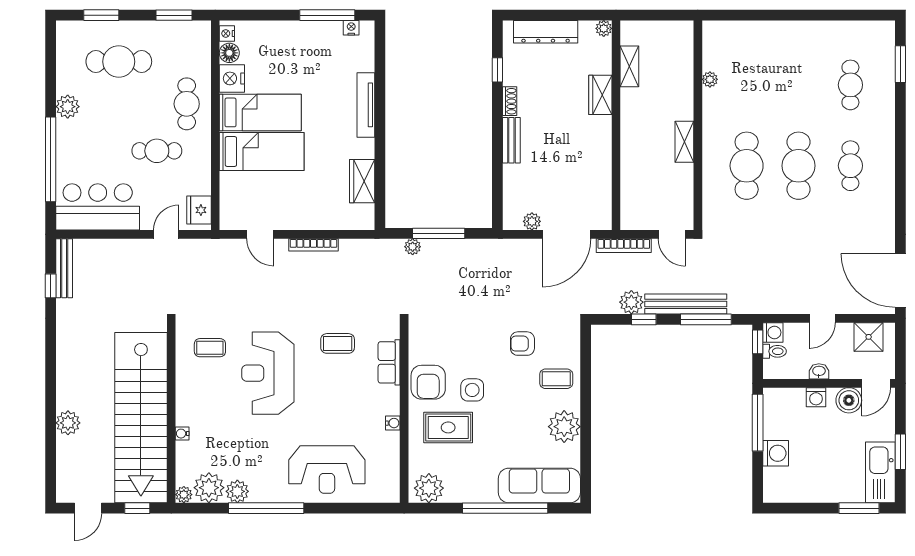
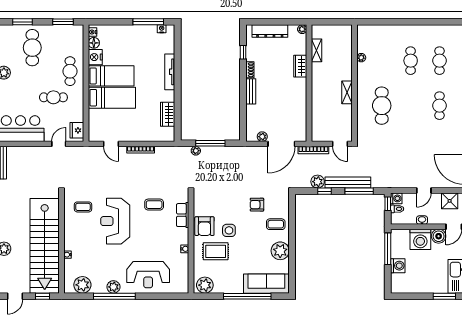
cafe table: (119, 62) -> (32, 48), turned 90
cafe table: (799, 166) -> (411, 61), moved, width x0.73, depth x0.74
washing machine: (816, 397) -> (420, 239), width x1.89, depth x1.89
plant: (237, 491) -> (113, 287), moved
plant: (184, 495) -> (68, 289), removed

